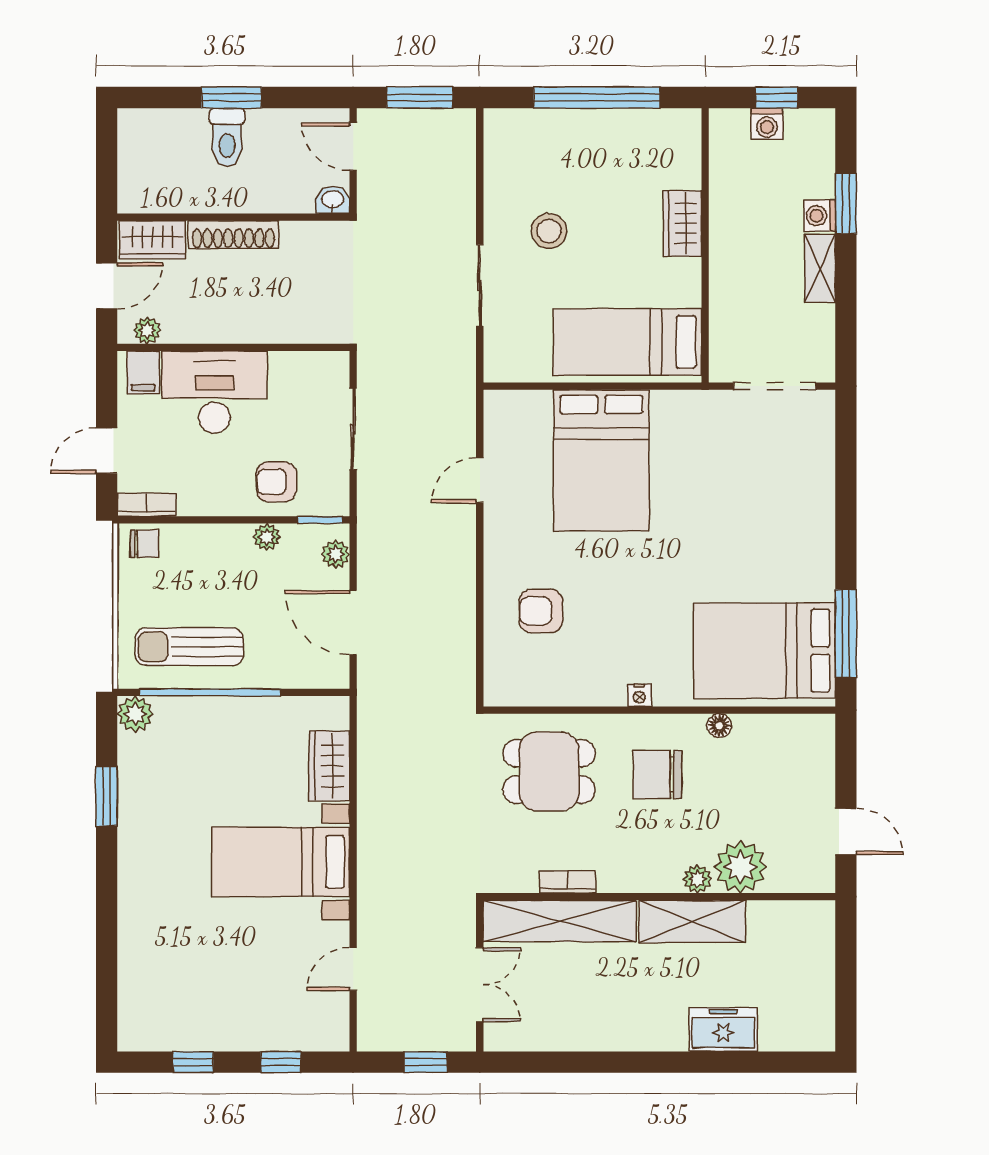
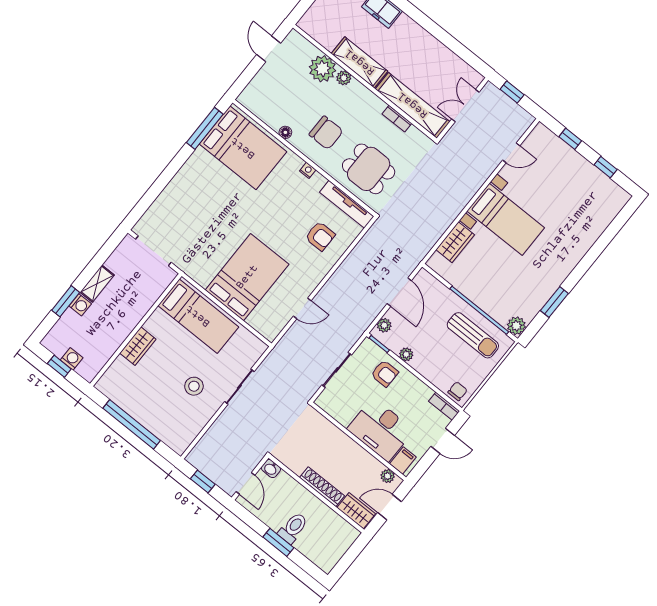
window: (420, 97) -> (203, 482), width x0.67
chair: (145, 544) -> (458, 391), turned 90
tv unit: (539, 691) -> (347, 204), added

